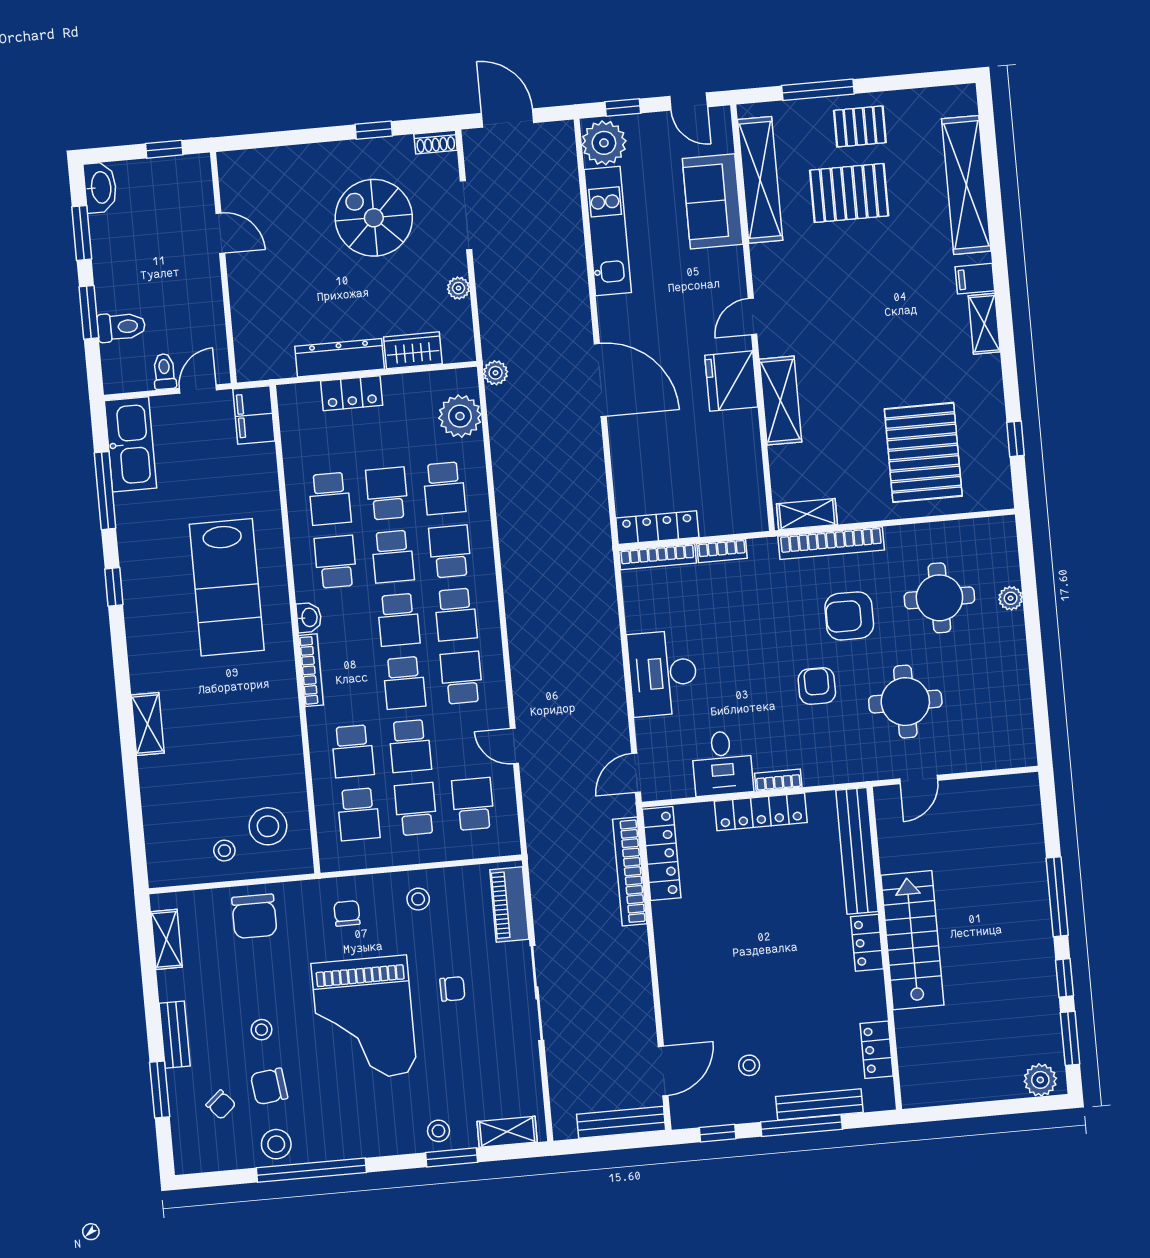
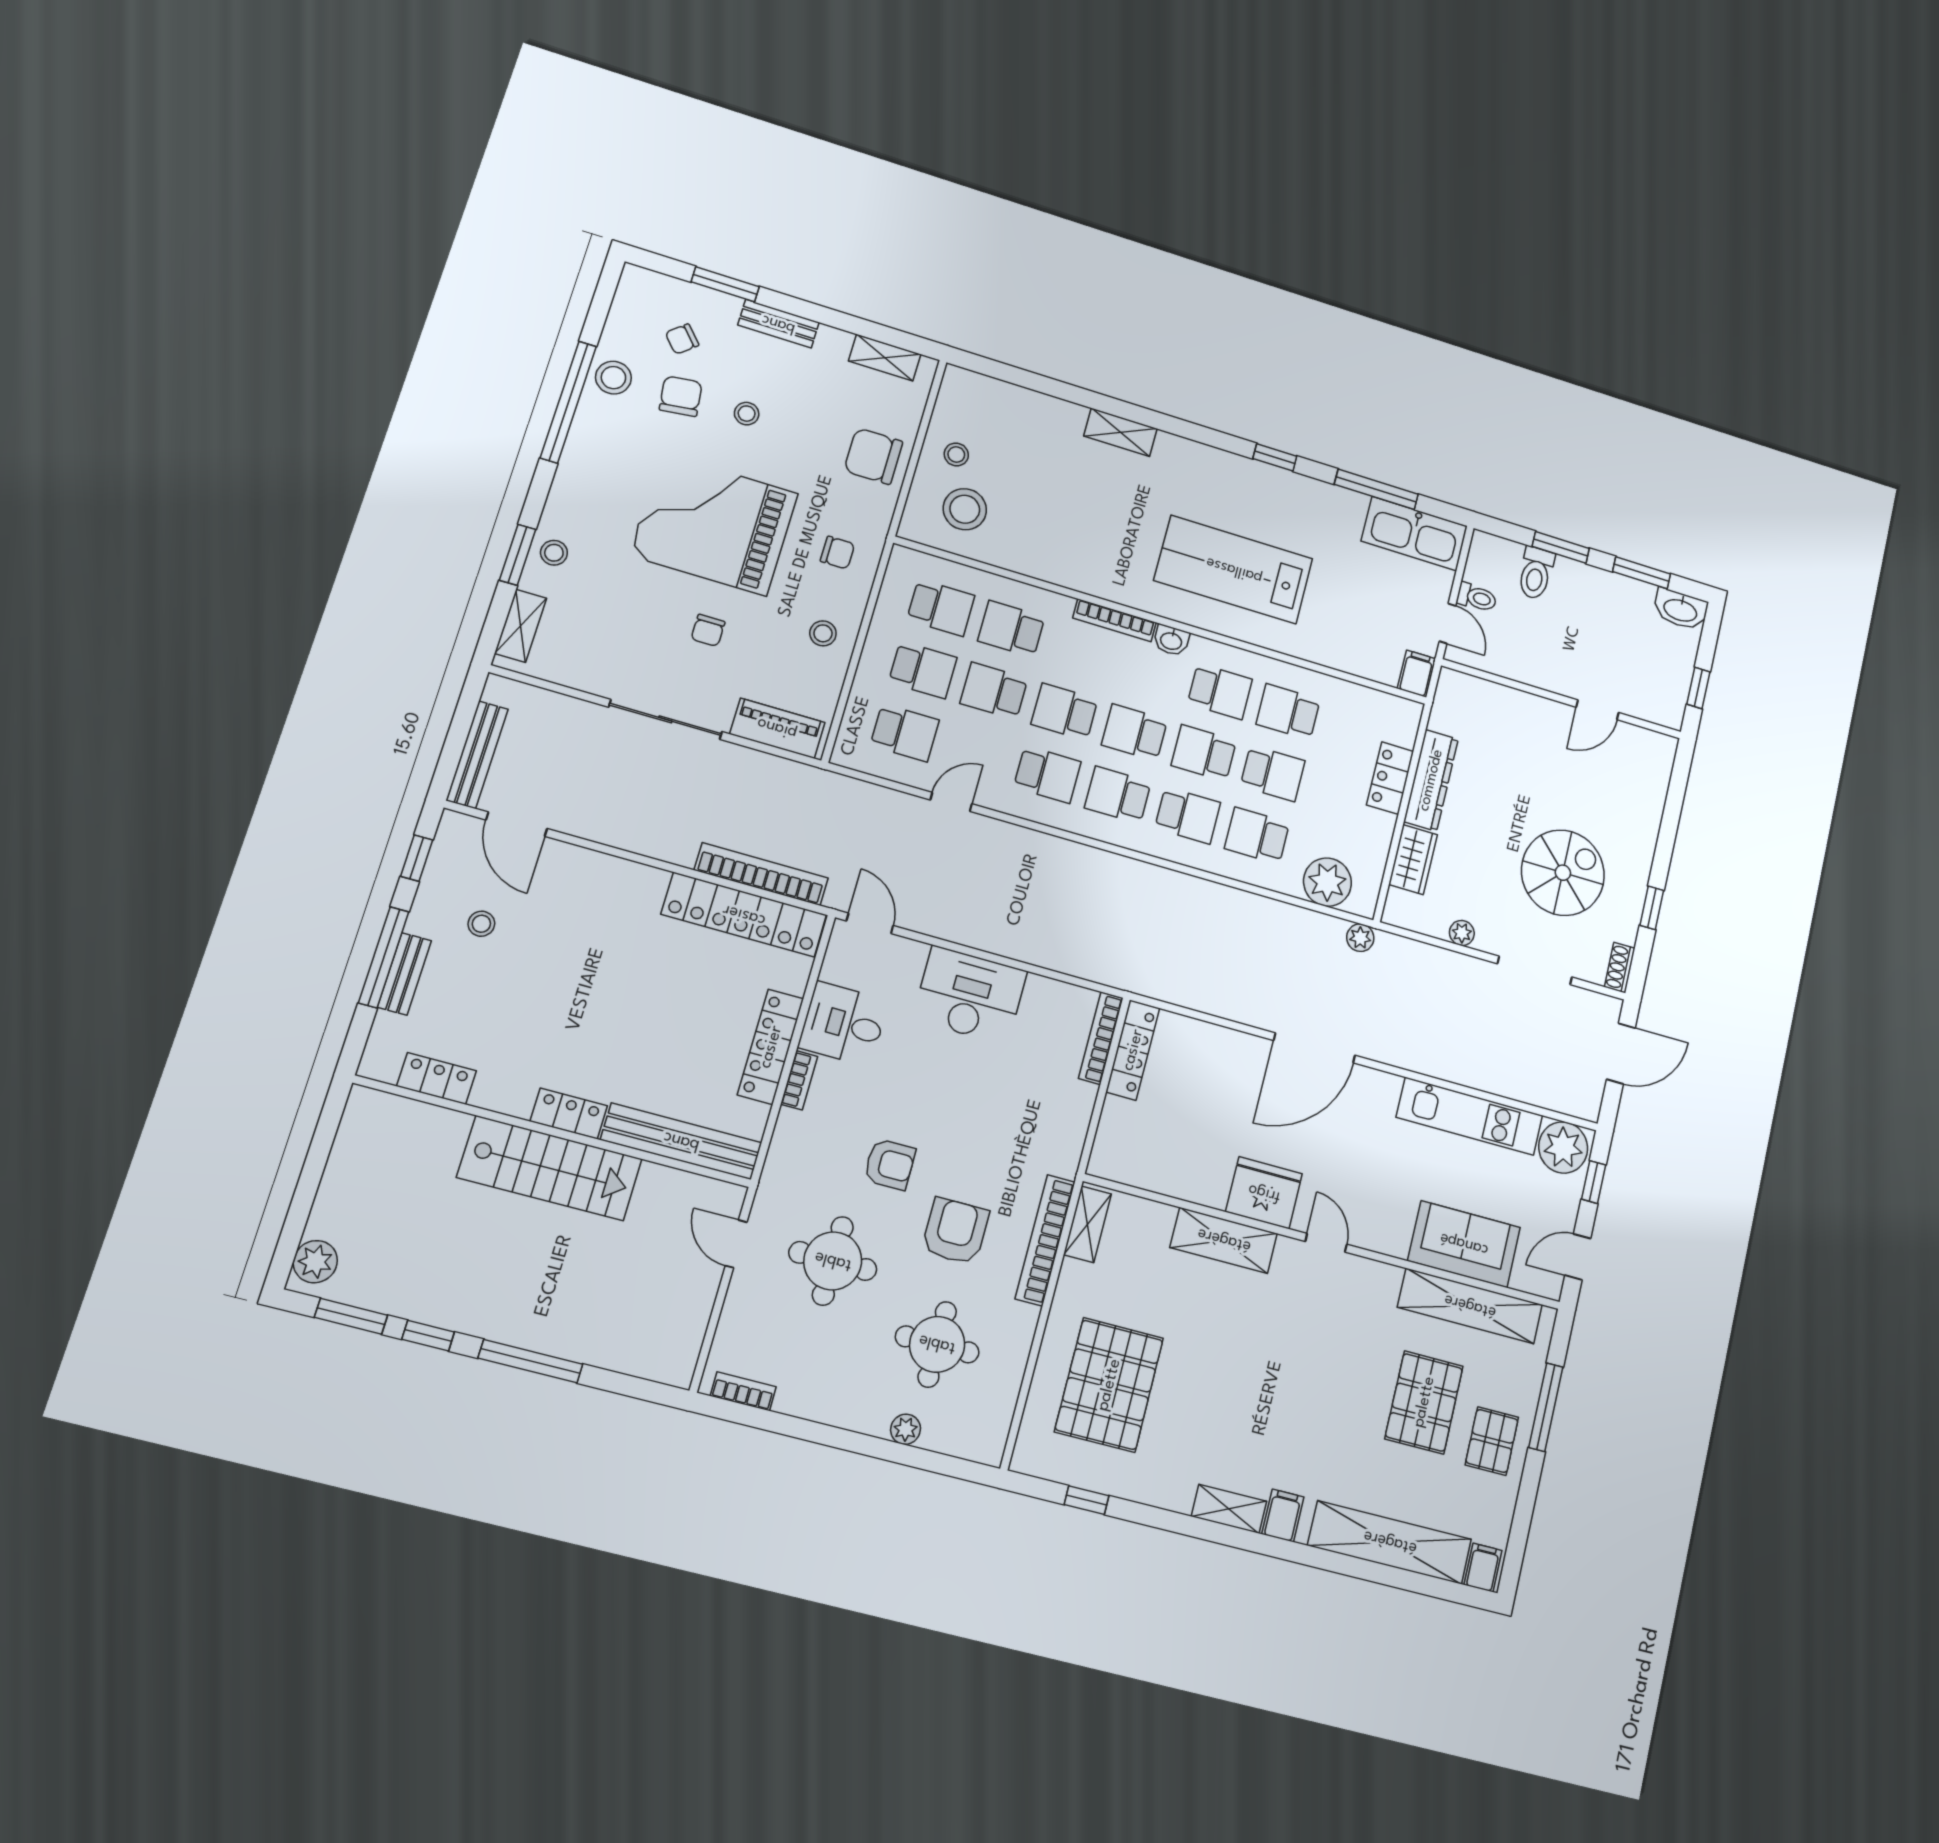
filing cabinet: (960, 102) -> (1483, 1568), added
filing cabinet: (254, 415) -> (1416, 674), width x0.50
pallet: (923, 452) -> (1109, 1385), turned 90
bookcase: (722, 551) -> (743, 1391), moved, turned 90
school desk: (359, 814) -> (941, 608), turned 180
locker: (662, 854) -> (744, 915), width x1.41, depth x1.21
bench: (819, 1104) -> (404, 974), width x0.73

